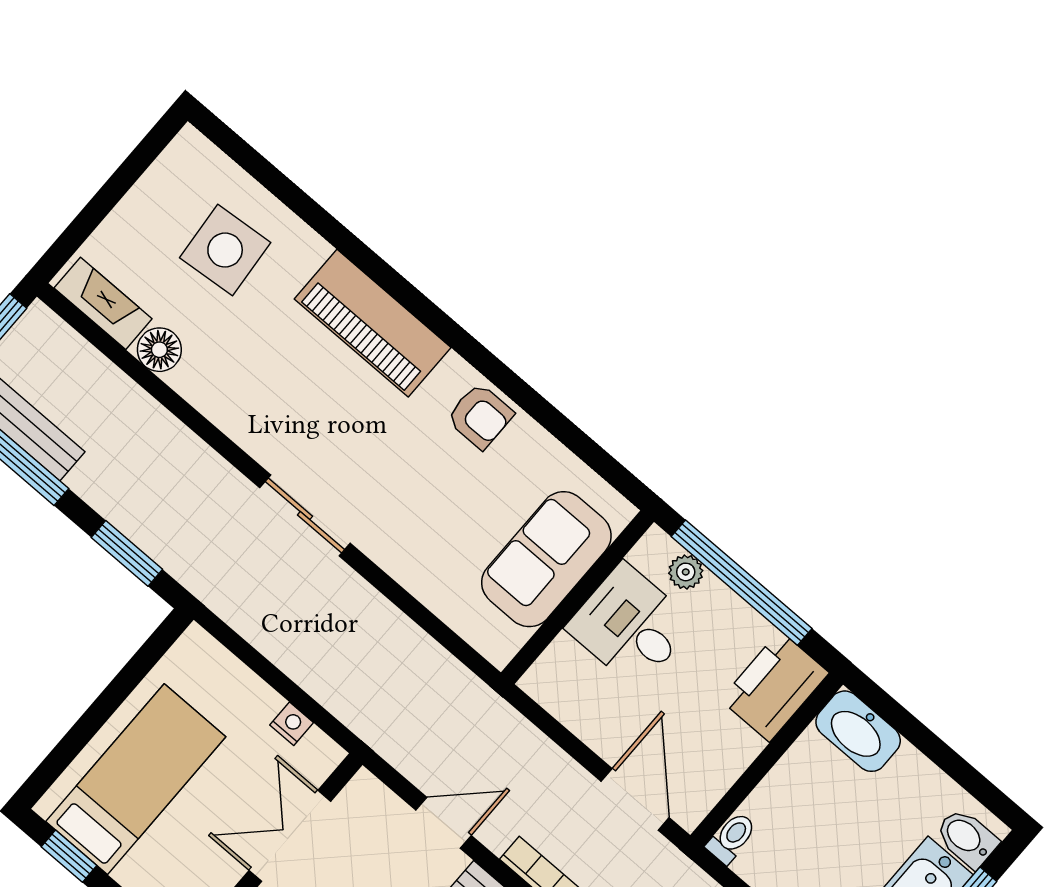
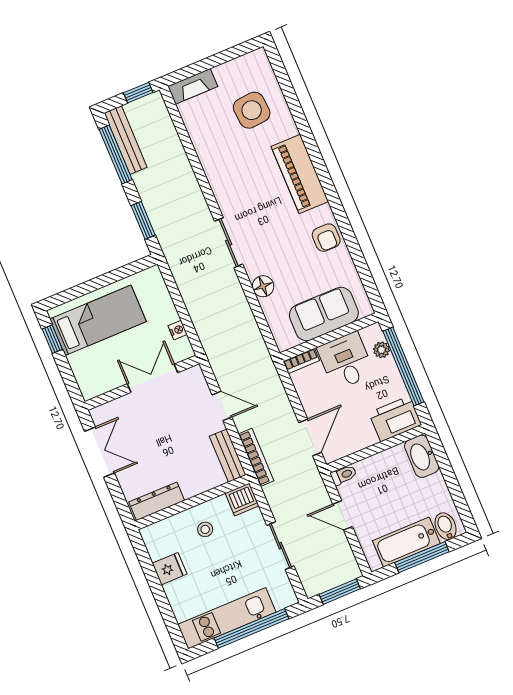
fireplace: (103, 303) -> (193, 86), moved, turned 90
floor lamp: (159, 350) -> (263, 286), moved
bookcase: (548, 667) -> (301, 361), added

